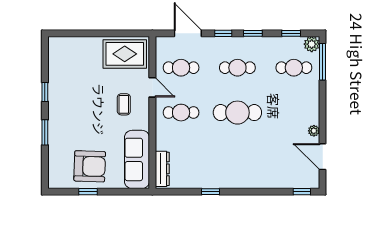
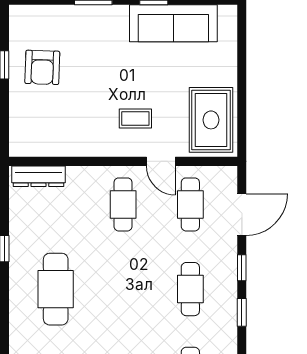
door: (152, 87) -> (161, 161), hinge flipped
cafe table: (237, 113) -> (56, 289), moved
sofa: (137, 159) -> (173, 23), moved, turned 180
armchair: (90, 166) -> (42, 67), width x0.73, depth x0.73

